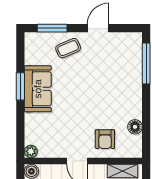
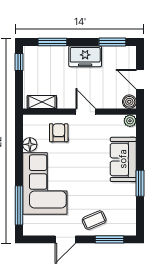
corner sofa: (119, 86) -> (45, 184), added
sofa: (38, 89) -> (123, 159), moved

